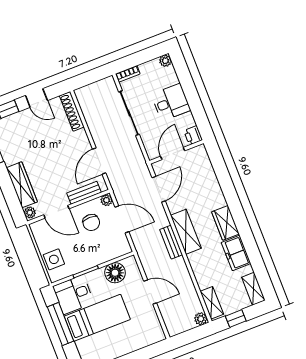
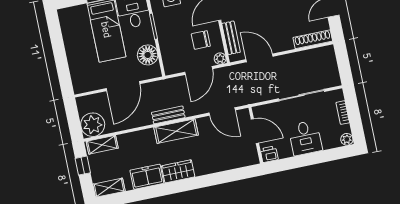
bookcase: (128, 74) -> (343, 113), moved
door: (150, 292) -> (123, 86), width x1.36
plant: (201, 319) -> (93, 125), width x1.88, depth x1.88

